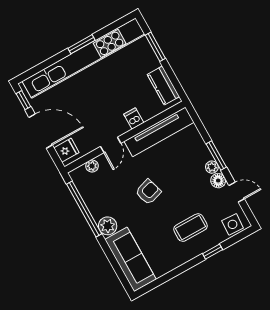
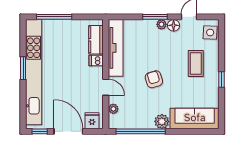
window: (155, 47) -> (54, 17), width x1.44
kitchen counter: (163, 86) -> (96, 40), moved, turned 90
door: (41, 131) -> (68, 131), hinge flipped
window: (213, 252) -> (222, 80), moved

